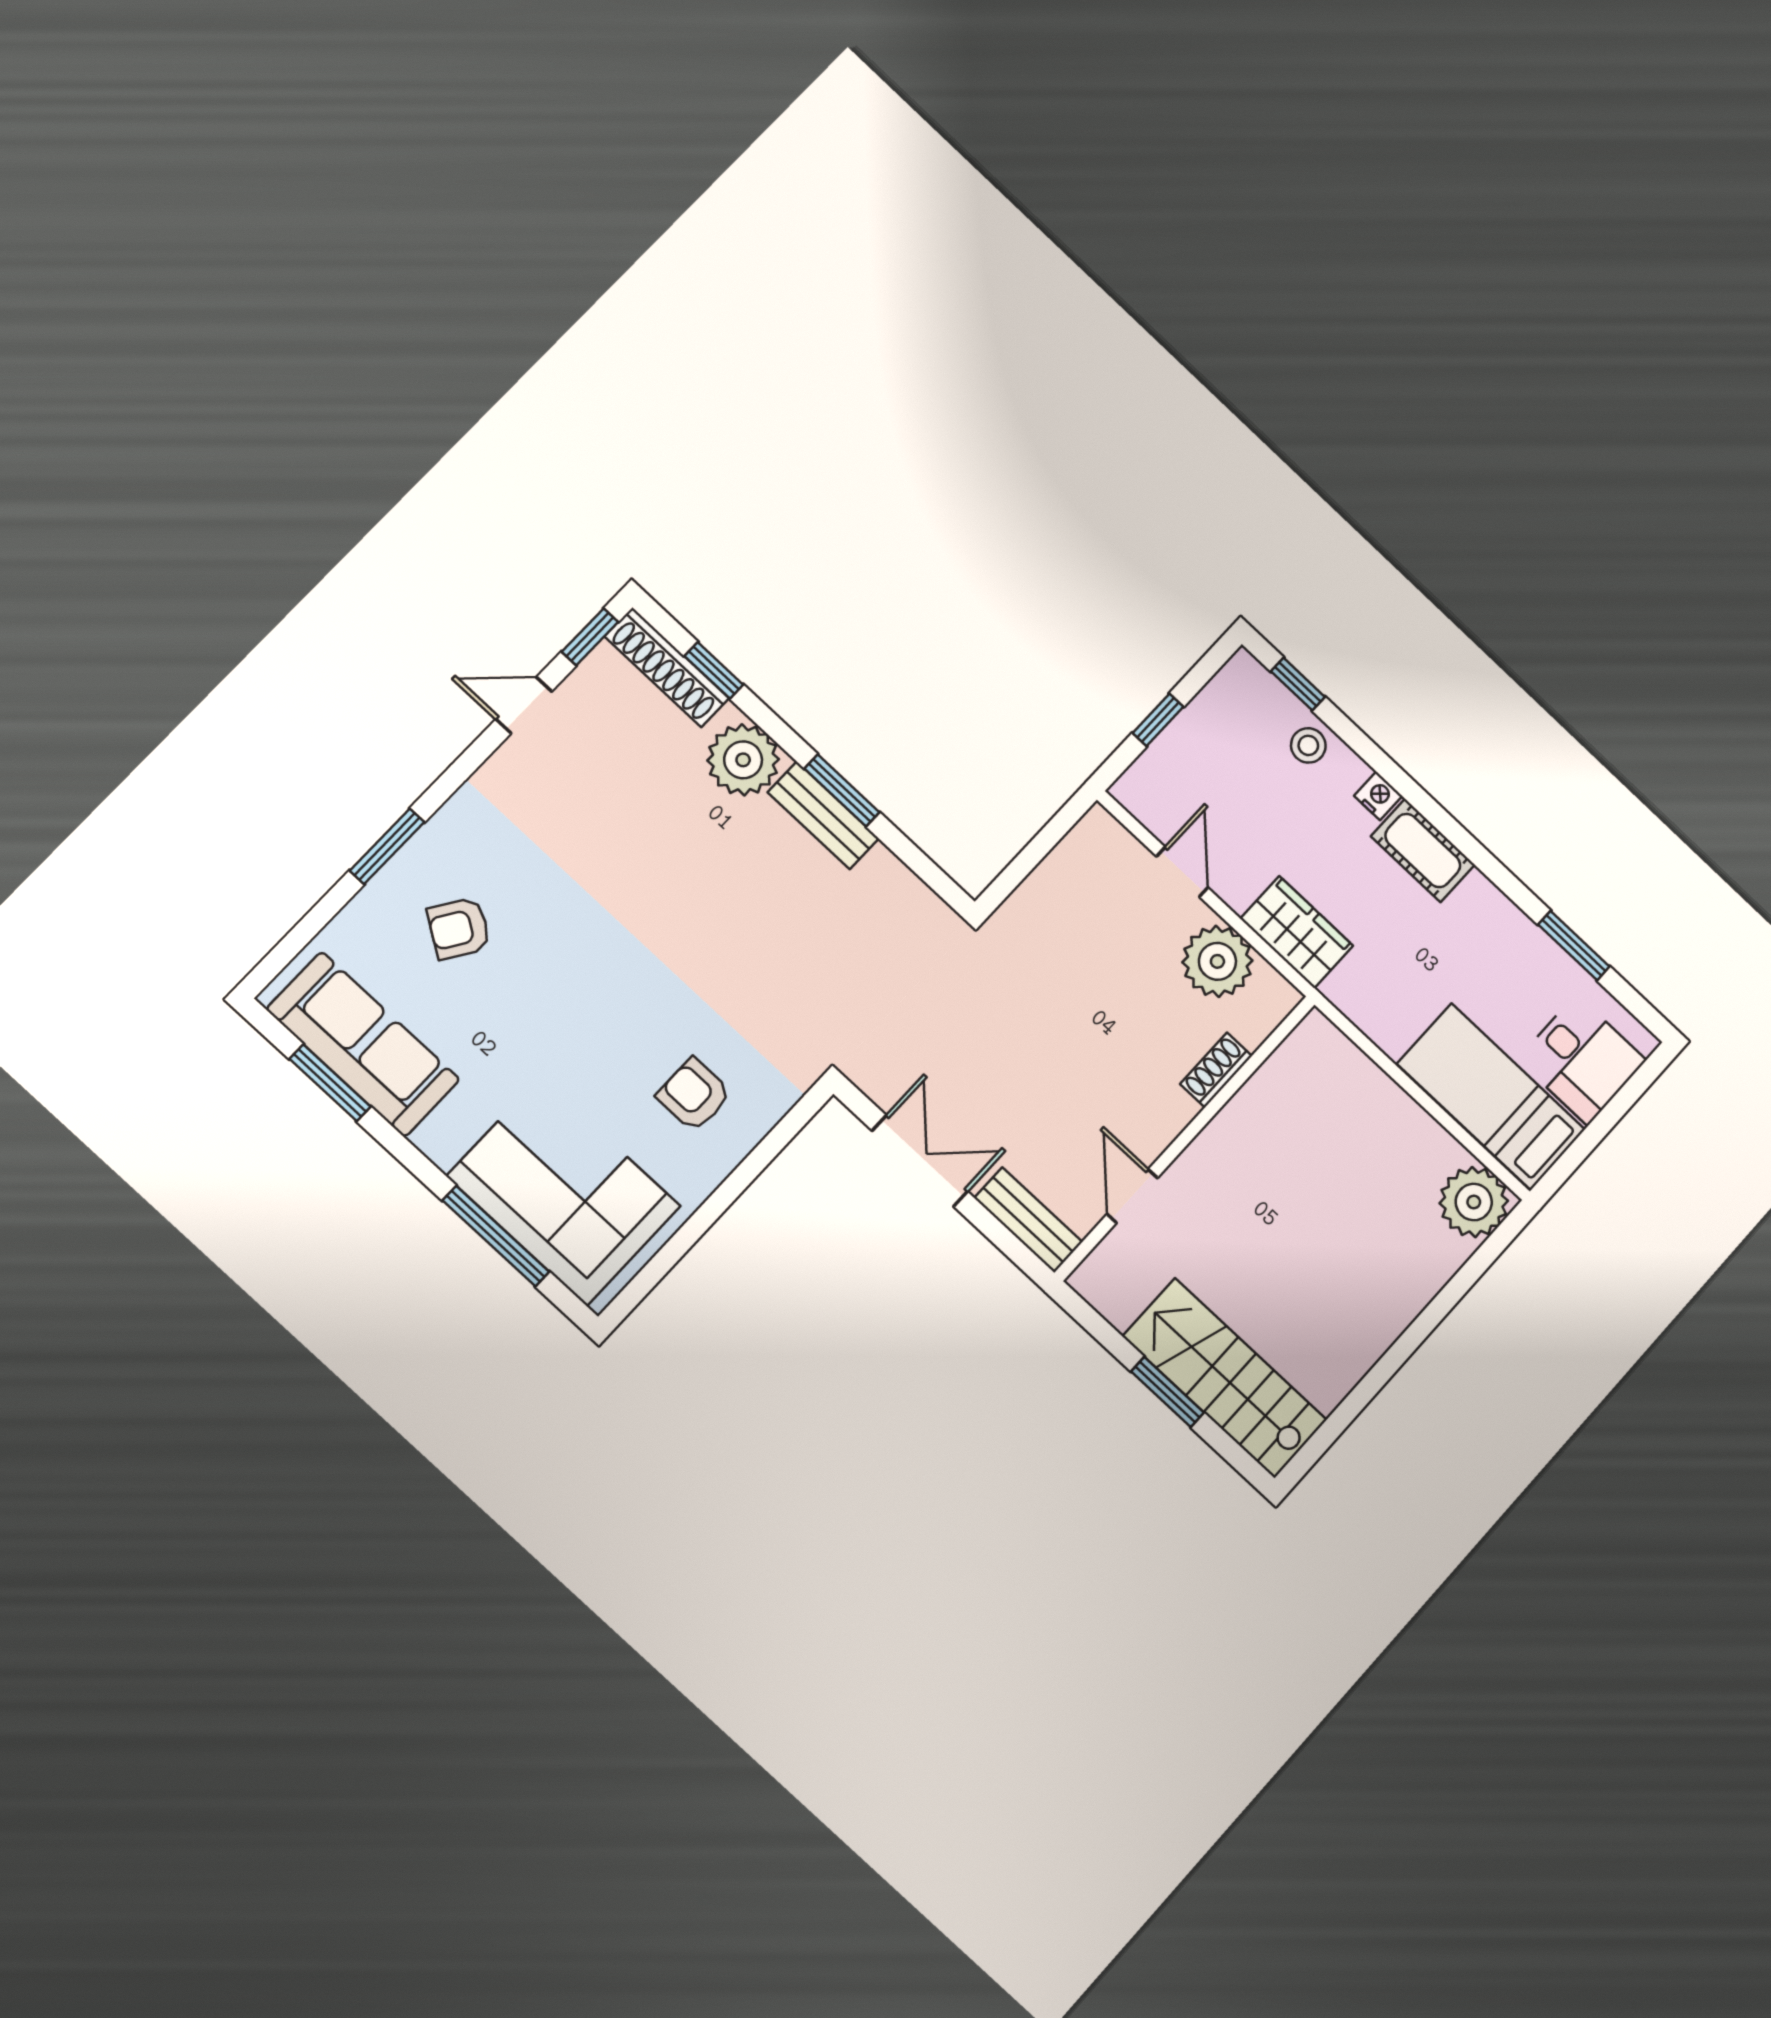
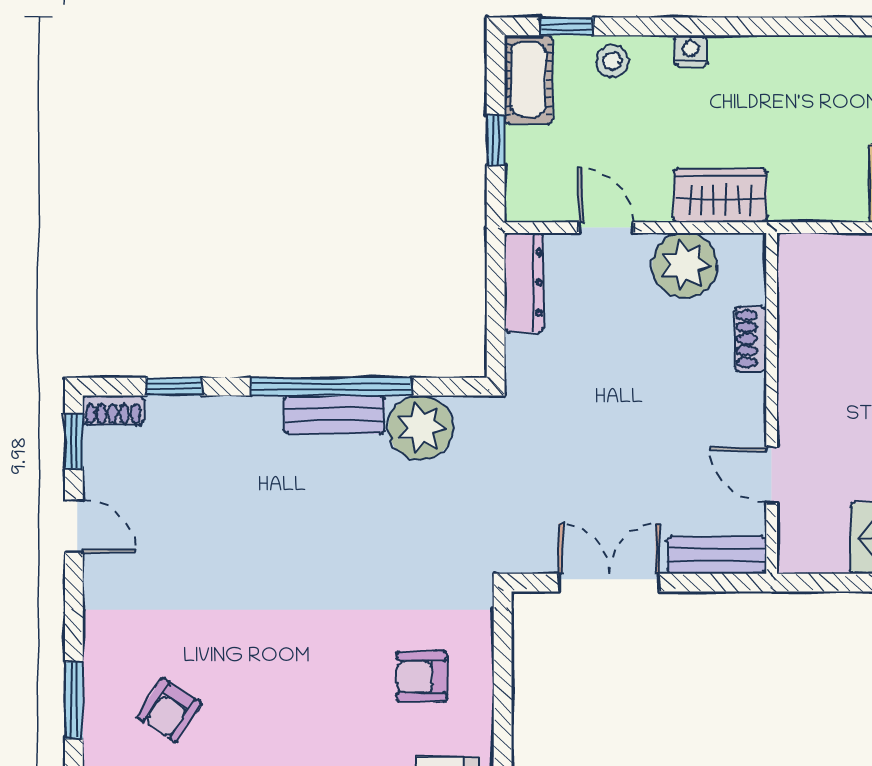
shoe rack: (667, 667) -> (113, 410), width x0.51, depth x0.81
door: (524, 705) -> (74, 526), swing flipped
plant: (743, 760) -> (421, 428), moved
window: (842, 790) -> (331, 387), width x2.11
cot: (1423, 851) -> (528, 79), moved, turned 90
dresser: (1076, 854) -> (524, 283), added

